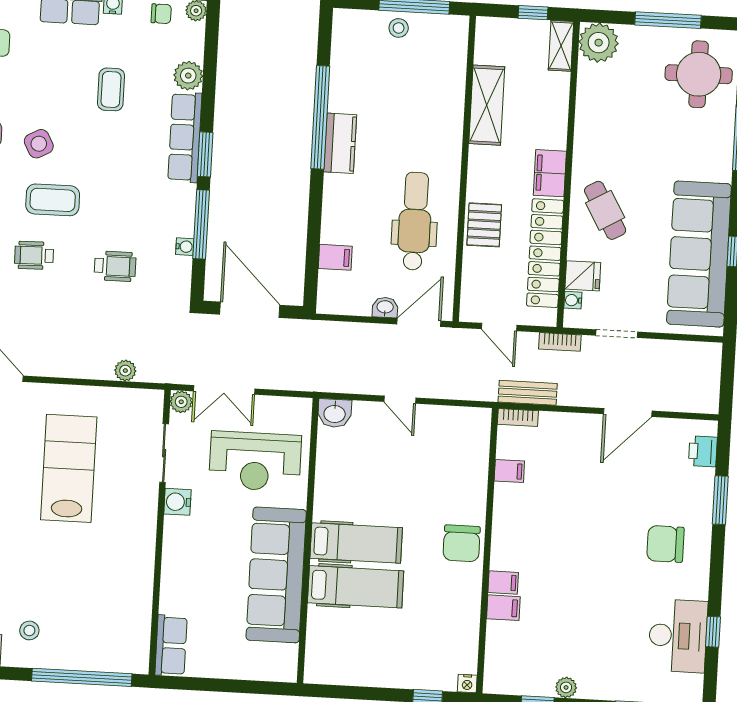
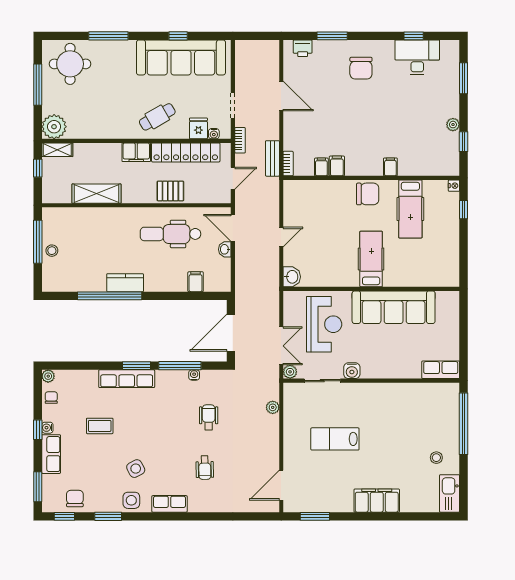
plant: (188, 76) -> (89, 379), removed
coffee table: (53, 200) -> (170, 458), removed
lab bench: (69, 468) -> (335, 439), width x0.73, depth x0.72
hospital bed: (356, 587) -> (410, 209), moved, turned 180
filing cabinet: (503, 608) -> (337, 166), moved

